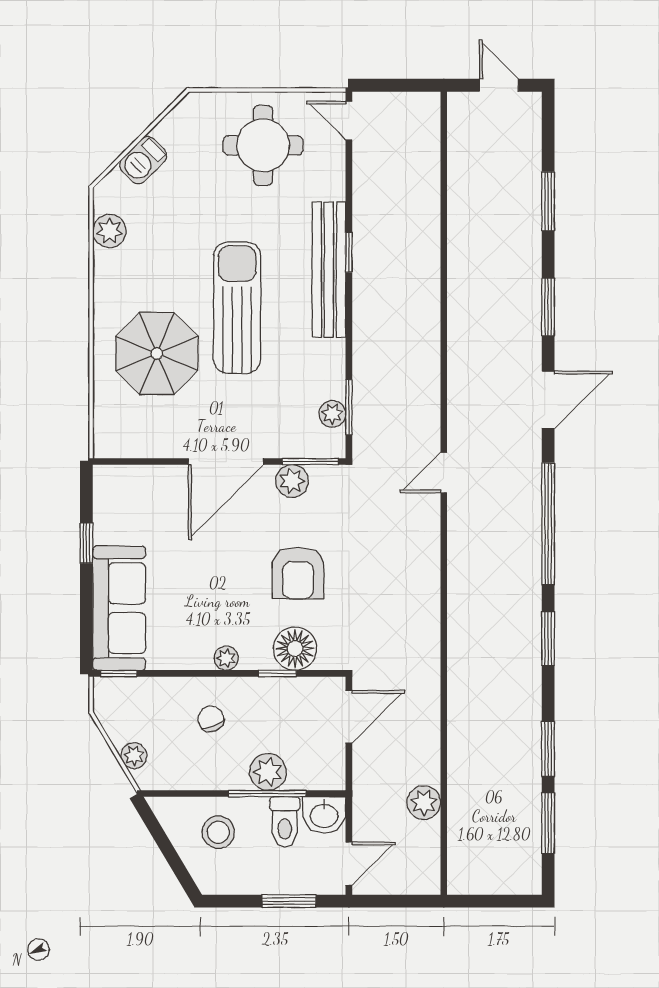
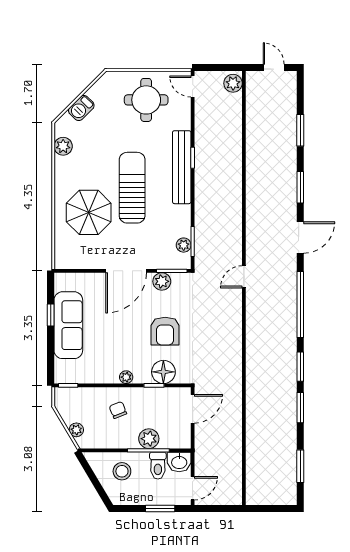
sofa: (119, 608) -> (68, 325), moved
window: (548, 749) -> (300, 408), moved
plant: (424, 803) -> (233, 83), moved

